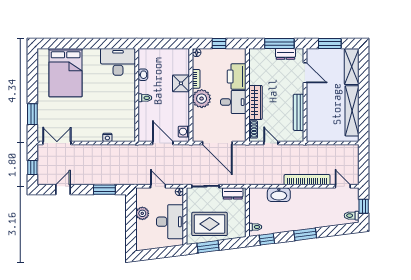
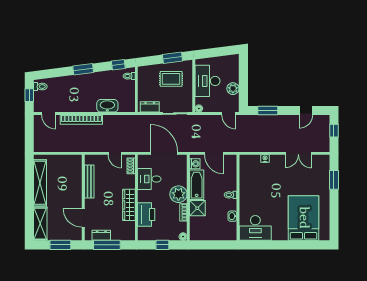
desk: (233, 102) -> (149, 179), moved
wardrobe: (255, 102) -> (129, 205), moved
bathtub: (182, 109) -> (197, 185), added
double door: (57, 143) -> (298, 153), moved
door: (158, 186) -> (229, 114), moved
rug: (210, 224) -> (171, 79), width x0.73, depth x0.70

